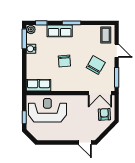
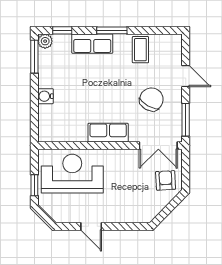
coffee table: (106, 35) -> (140, 50), moved
water cooler: (31, 49) -> (45, 96), moved
chair: (64, 61) -> (100, 93), removed
row of seats: (39, 85) -> (108, 133), moved
door: (85, 142) -> (91, 226), moved

